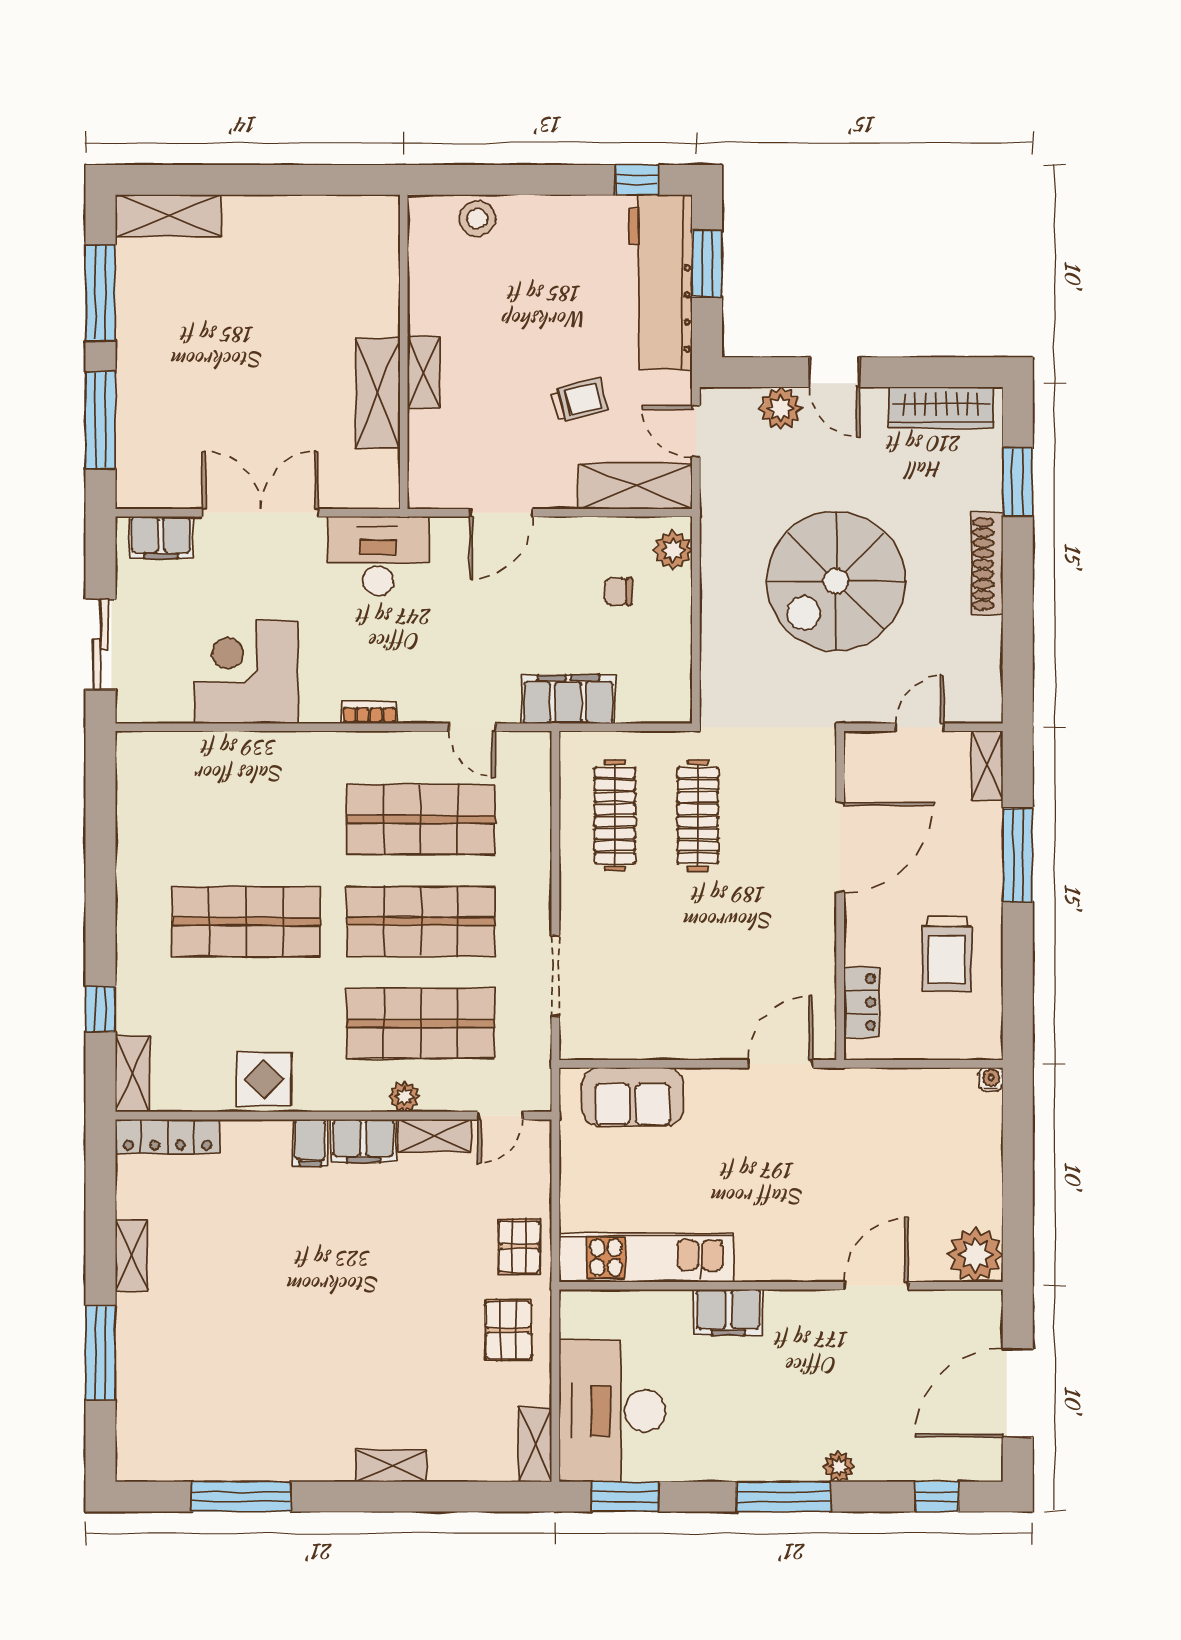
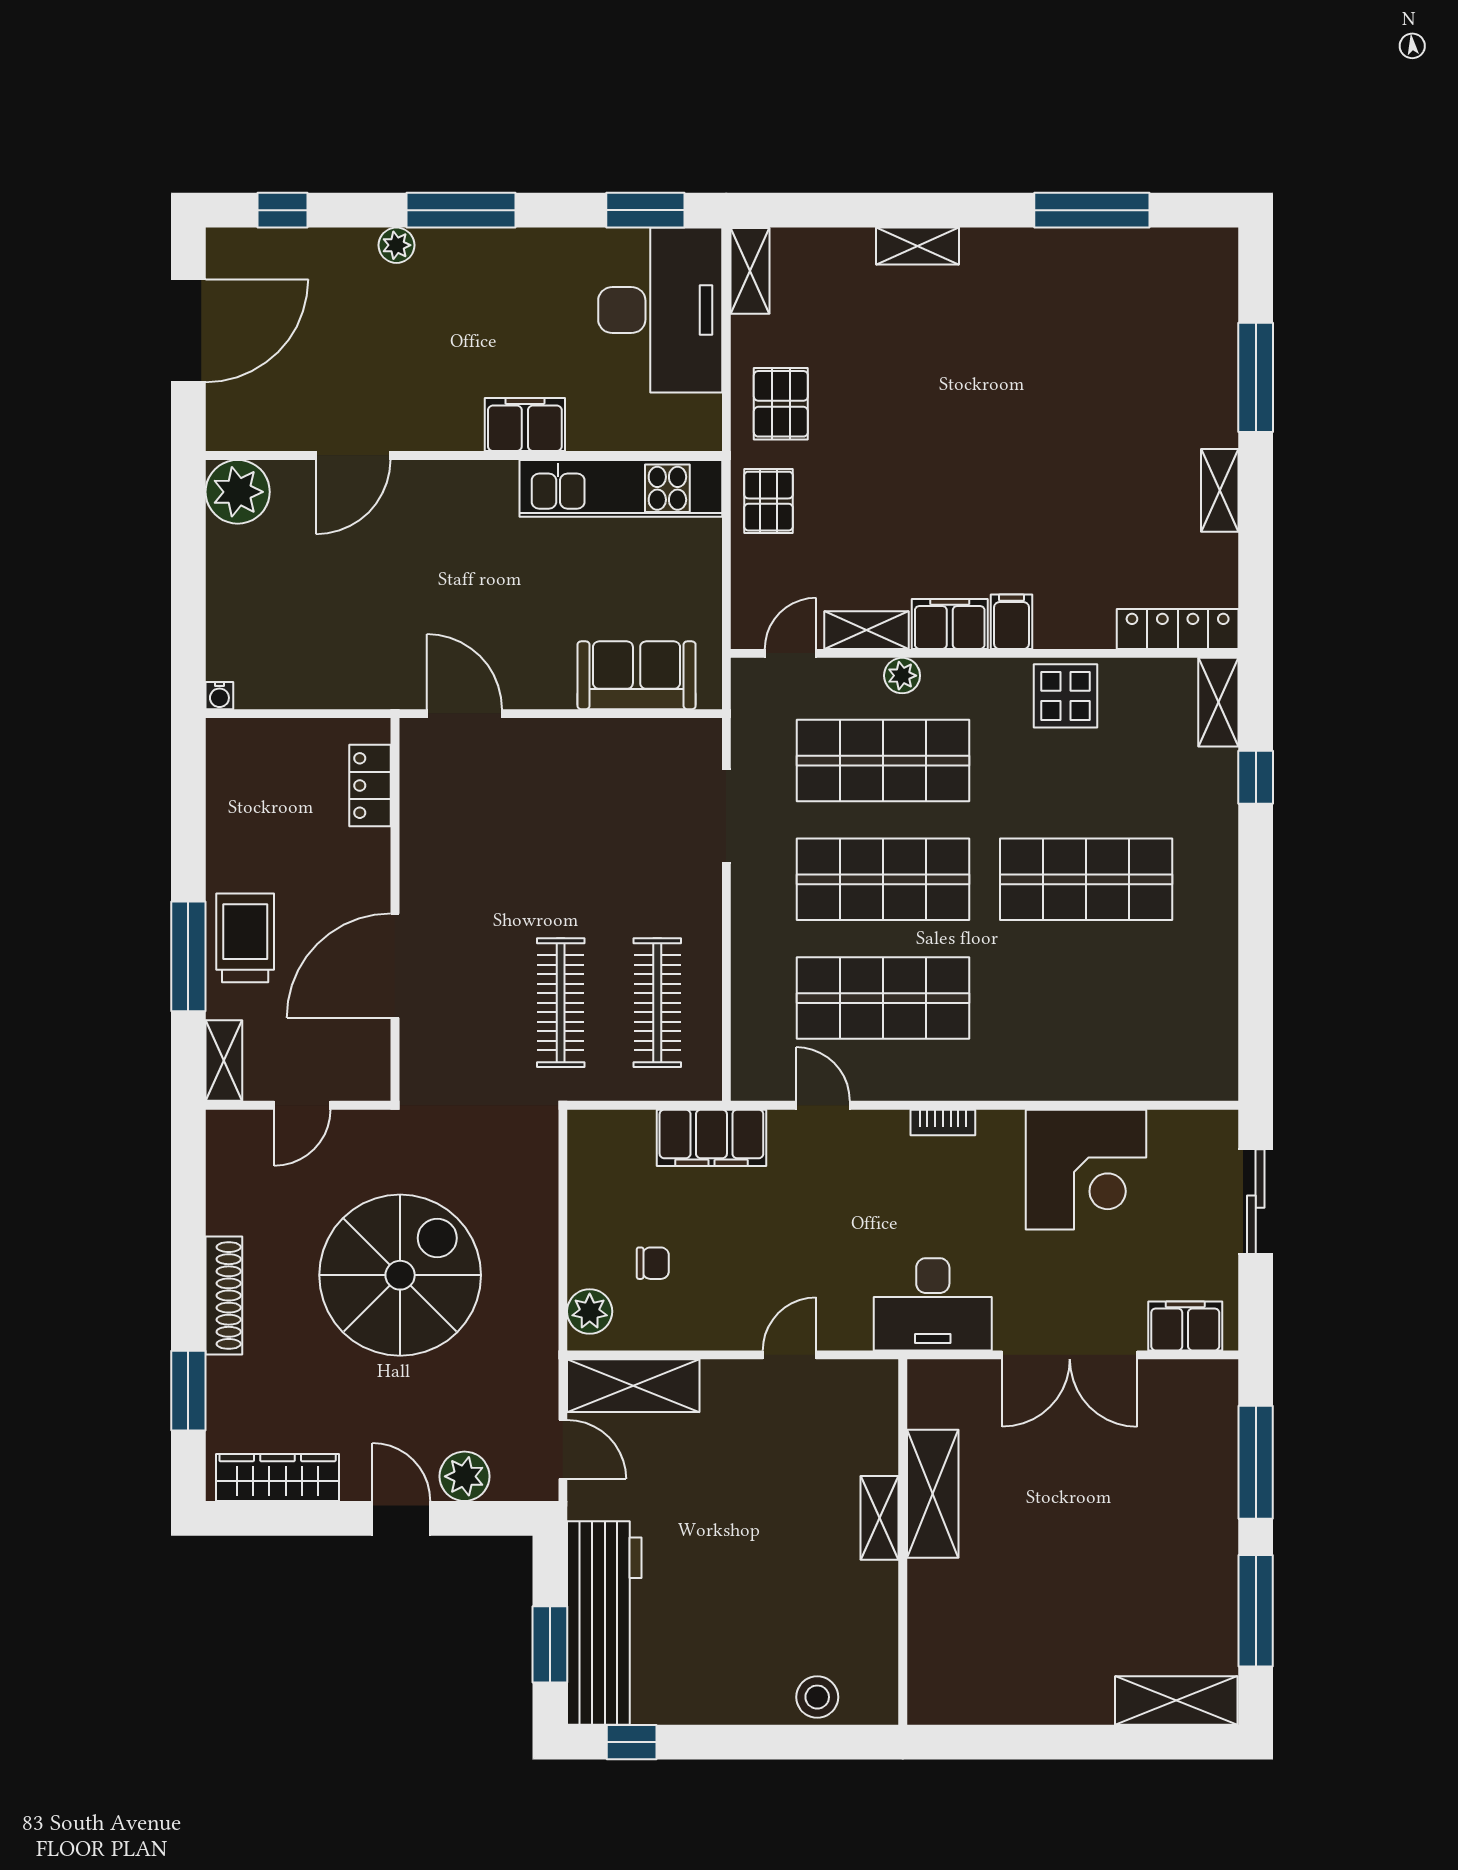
trolley: (580, 400) -> (698, 1486), removed
door: (501, 513) -> (790, 1355), width x0.73
trolley: (947, 954) -> (245, 938), moved
door: (780, 1064) -> (465, 714), swing flipped

